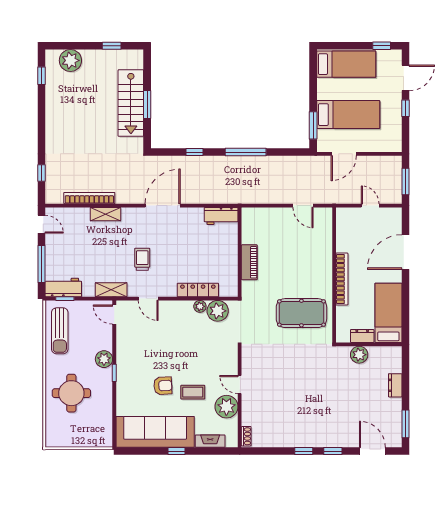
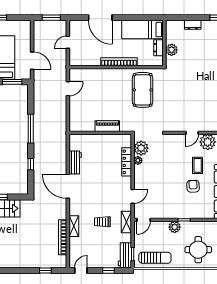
workbench: (221, 216) -> (75, 162), moved
trolley: (142, 259) -> (102, 222), moved
window: (41, 264) -> (109, 270), width x0.46

